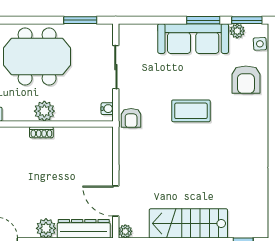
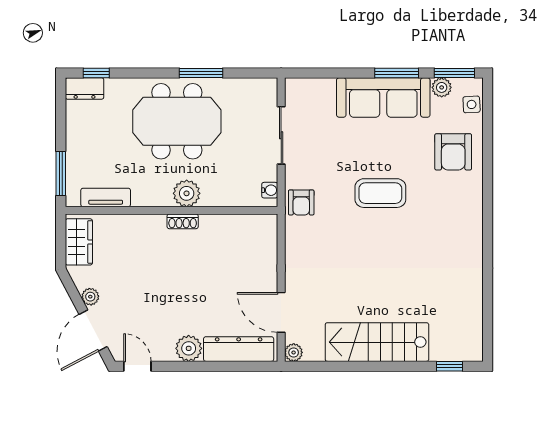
window: (80, 20) -> (201, 73), moved

